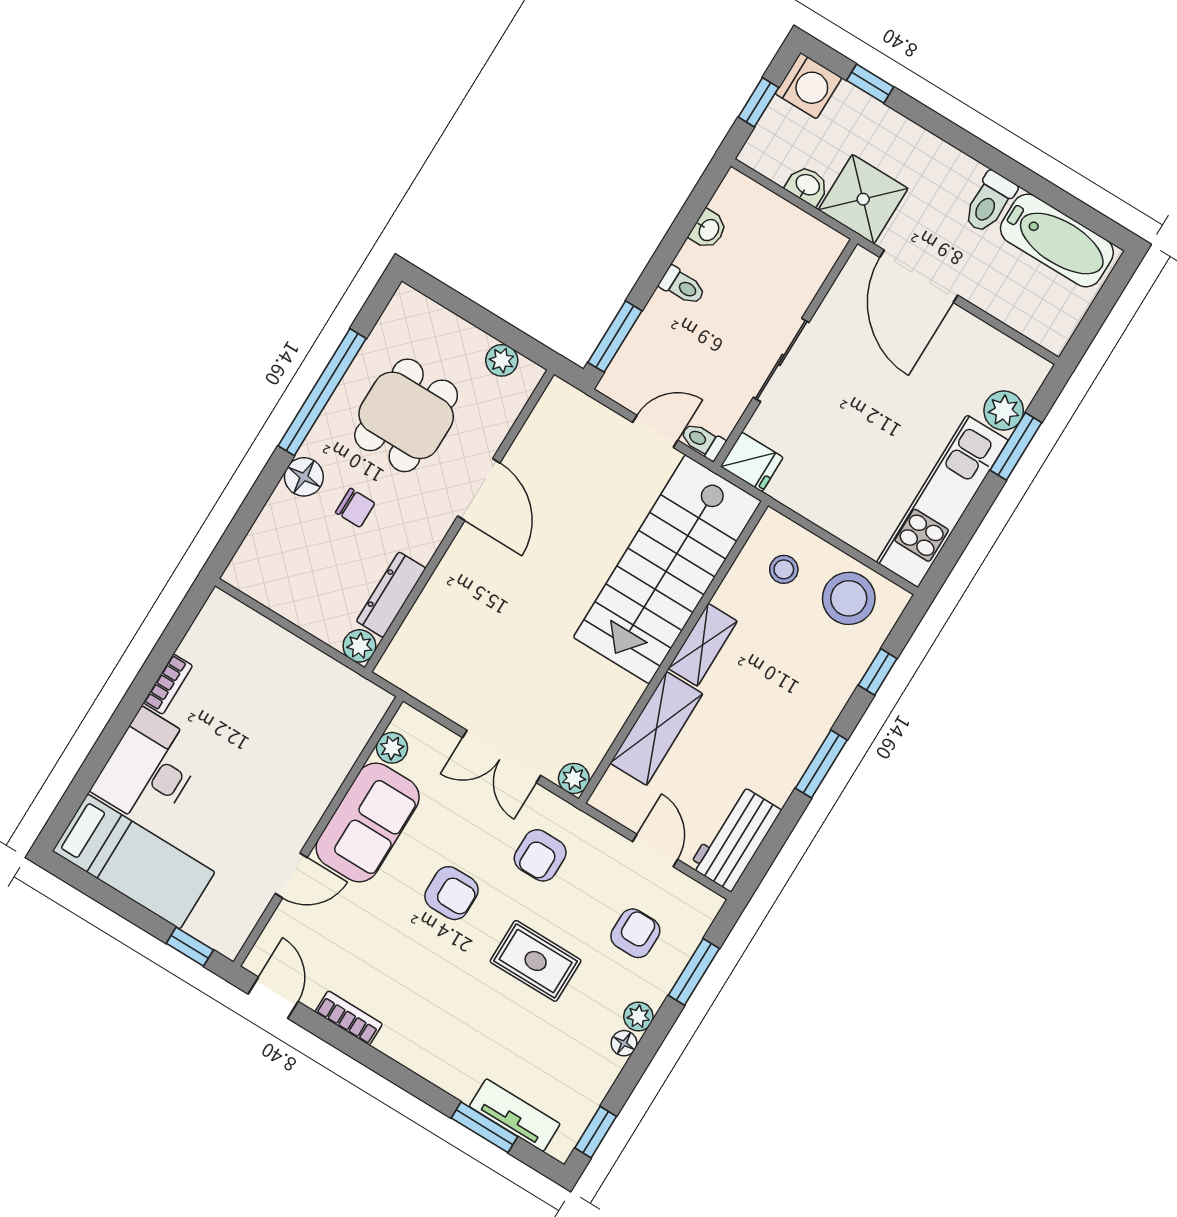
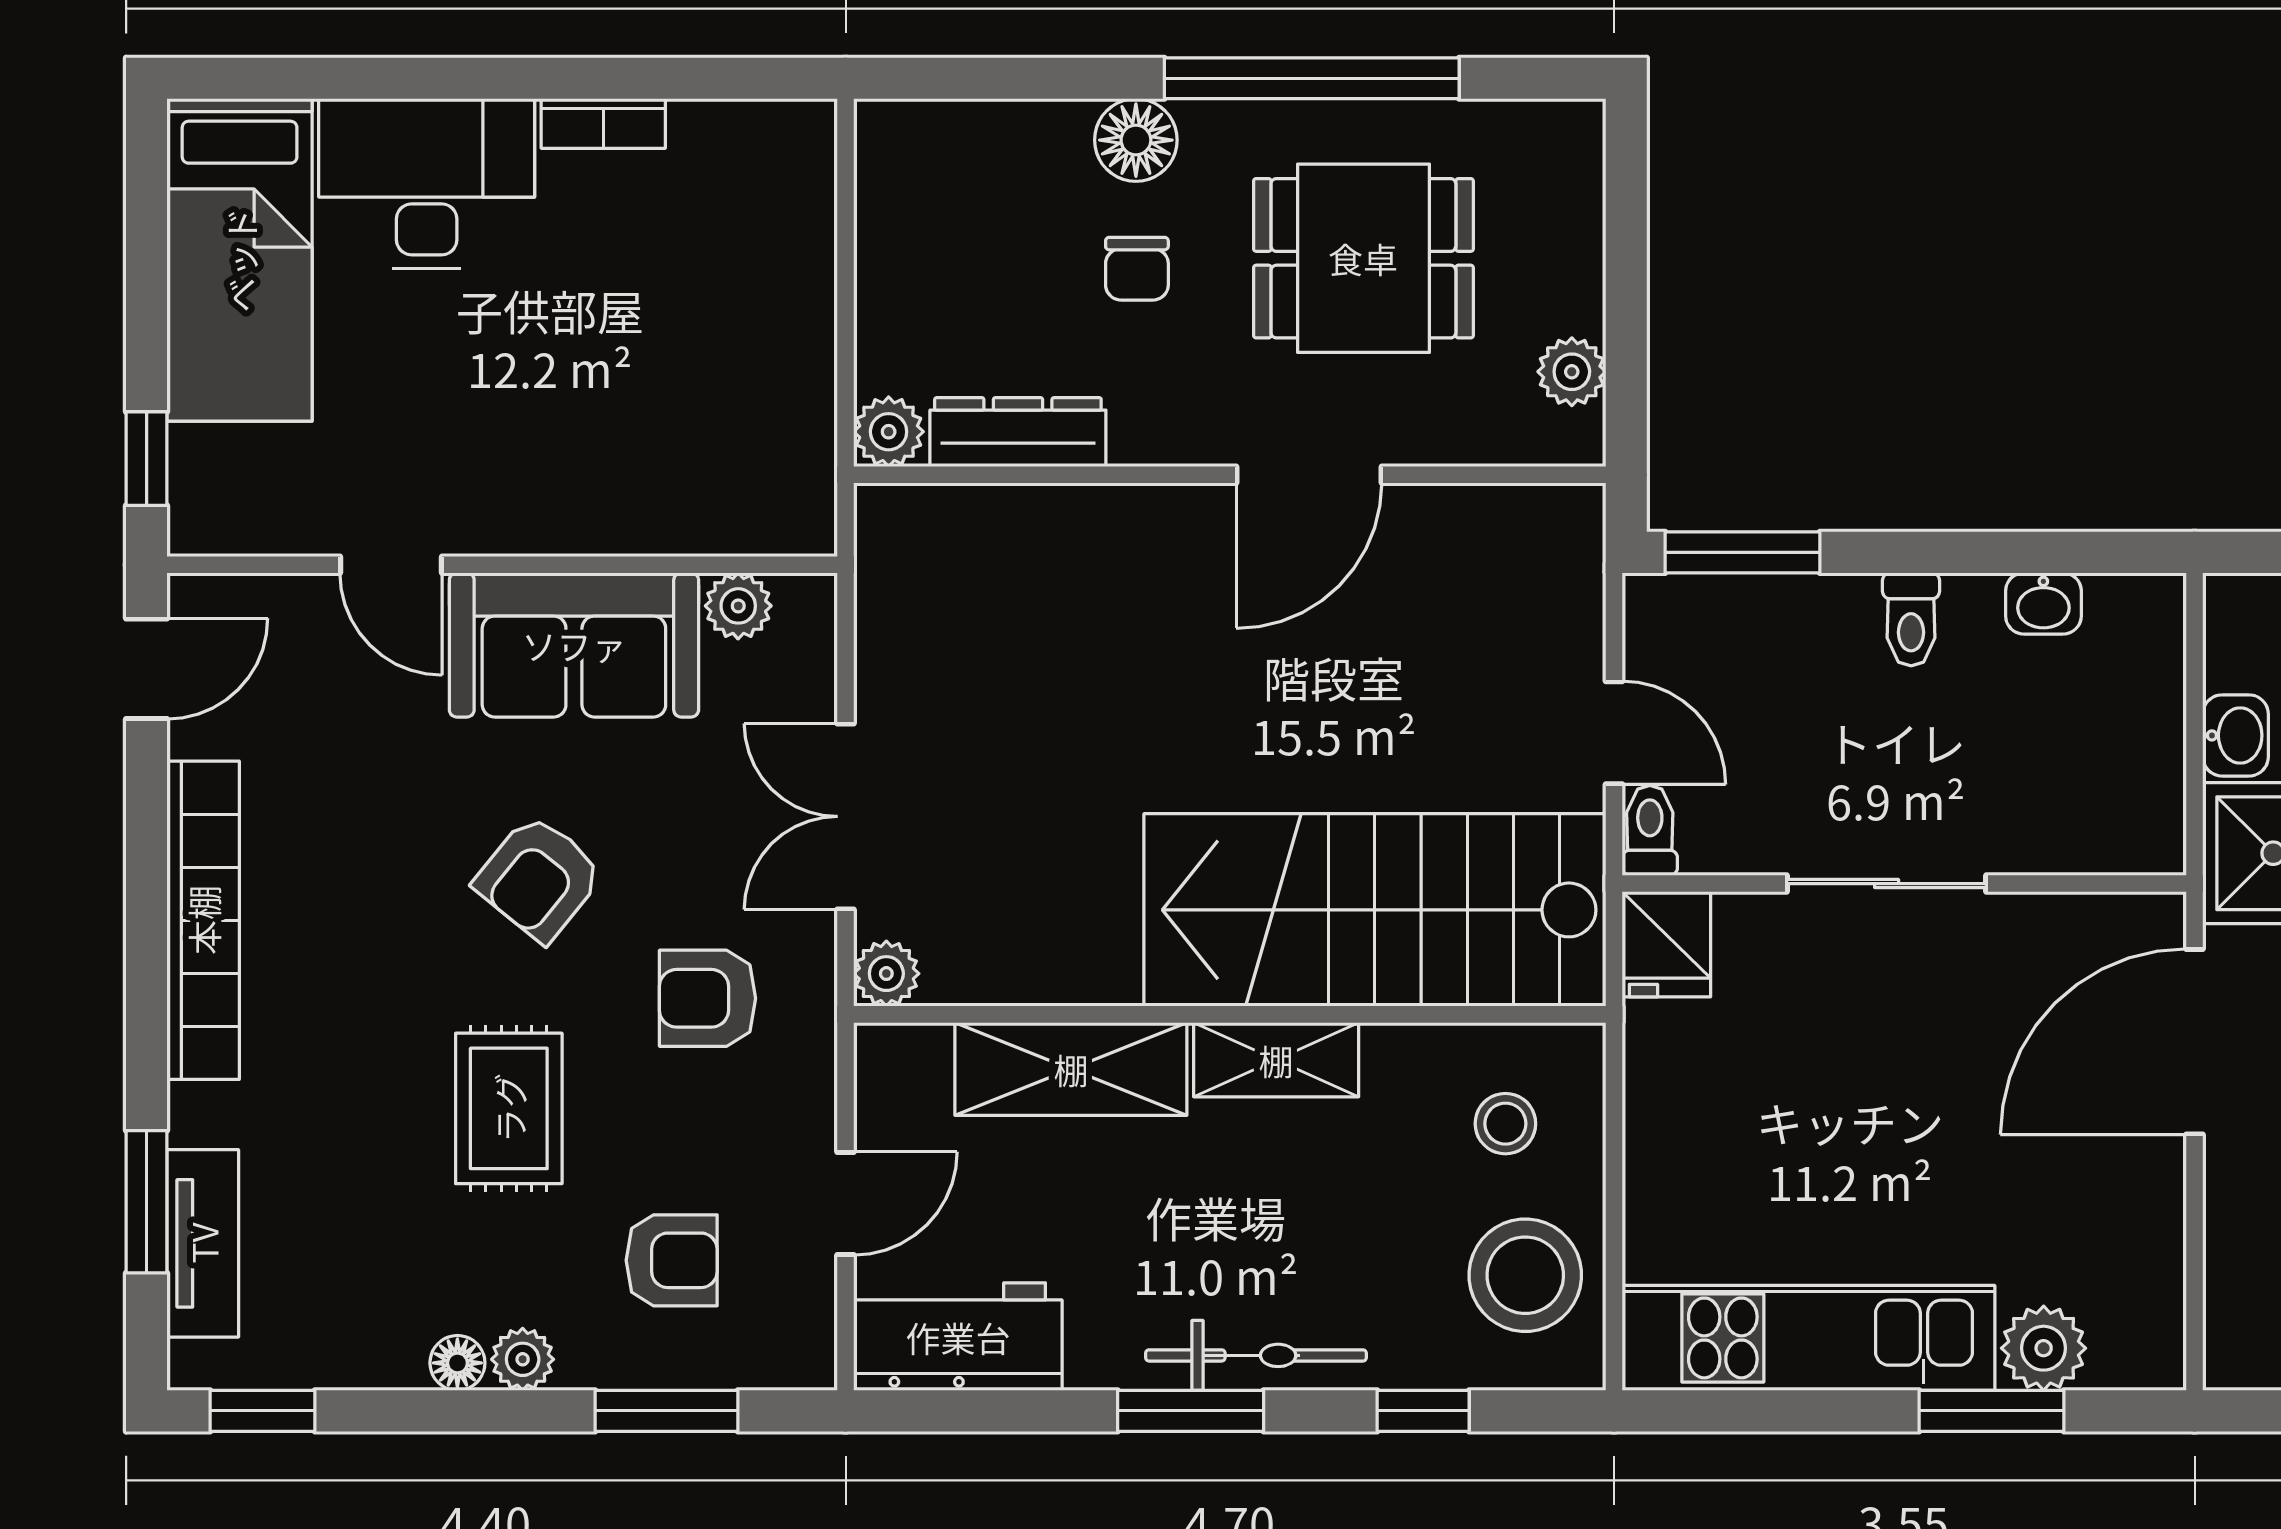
bicycle: (815, 725) -> (1256, 1355), added
armchair: (452, 893) -> (539, 878), turned 39
bookcase: (349, 1018) -> (203, 920), width x2.31, depth x1.31

